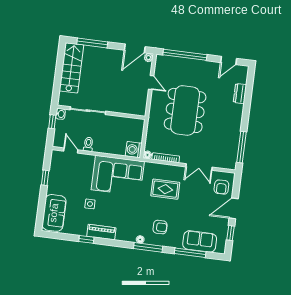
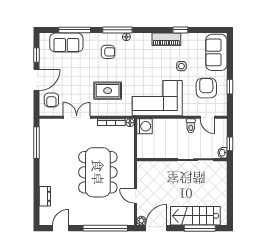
stairs: (71, 68) -> (195, 216), moved, turned 90
armchair: (68, 179) -> (206, 88), added
armchair: (221, 187) -> (51, 100), turned 180
armchair: (160, 227) -> (108, 52), turned 180

